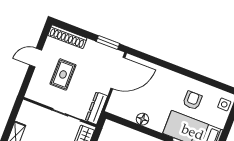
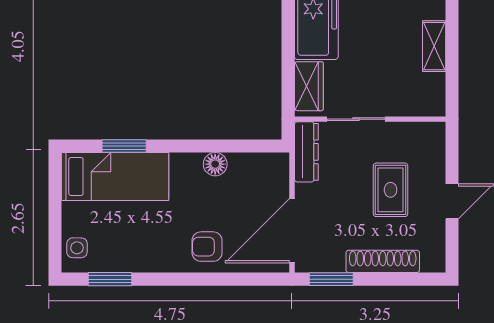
shoe rack: (67, 37) -> (383, 261), moved
window: (214, 83) -> (110, 279), added
armchair: (192, 100) -> (207, 247), moved, turned 90

